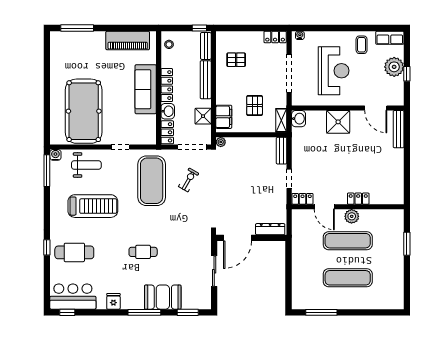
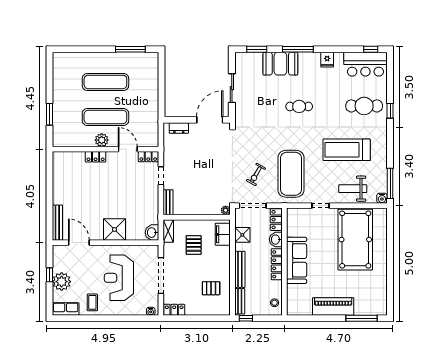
piano: (128, 40) -> (333, 306), moved
dresser: (270, 229) -> (179, 128), width x0.70

